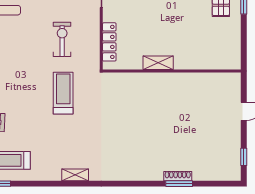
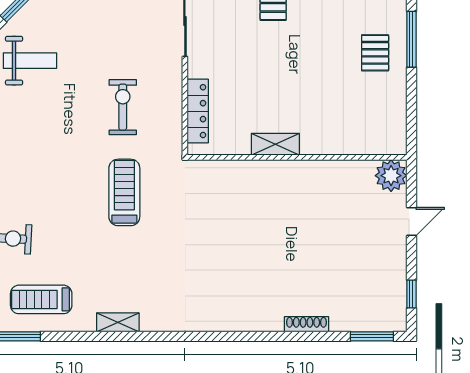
plant: (231, 82) -> (391, 176), added
shelving: (75, 175) -> (118, 322), moved
window: (179, 184) -> (372, 336), moved

